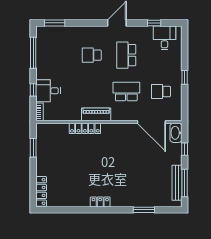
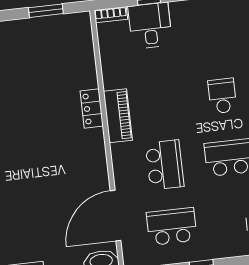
school desk: (161, 91) -> (172, 226), width x1.85
locker: (85, 128) -> (92, 108), width x0.66

